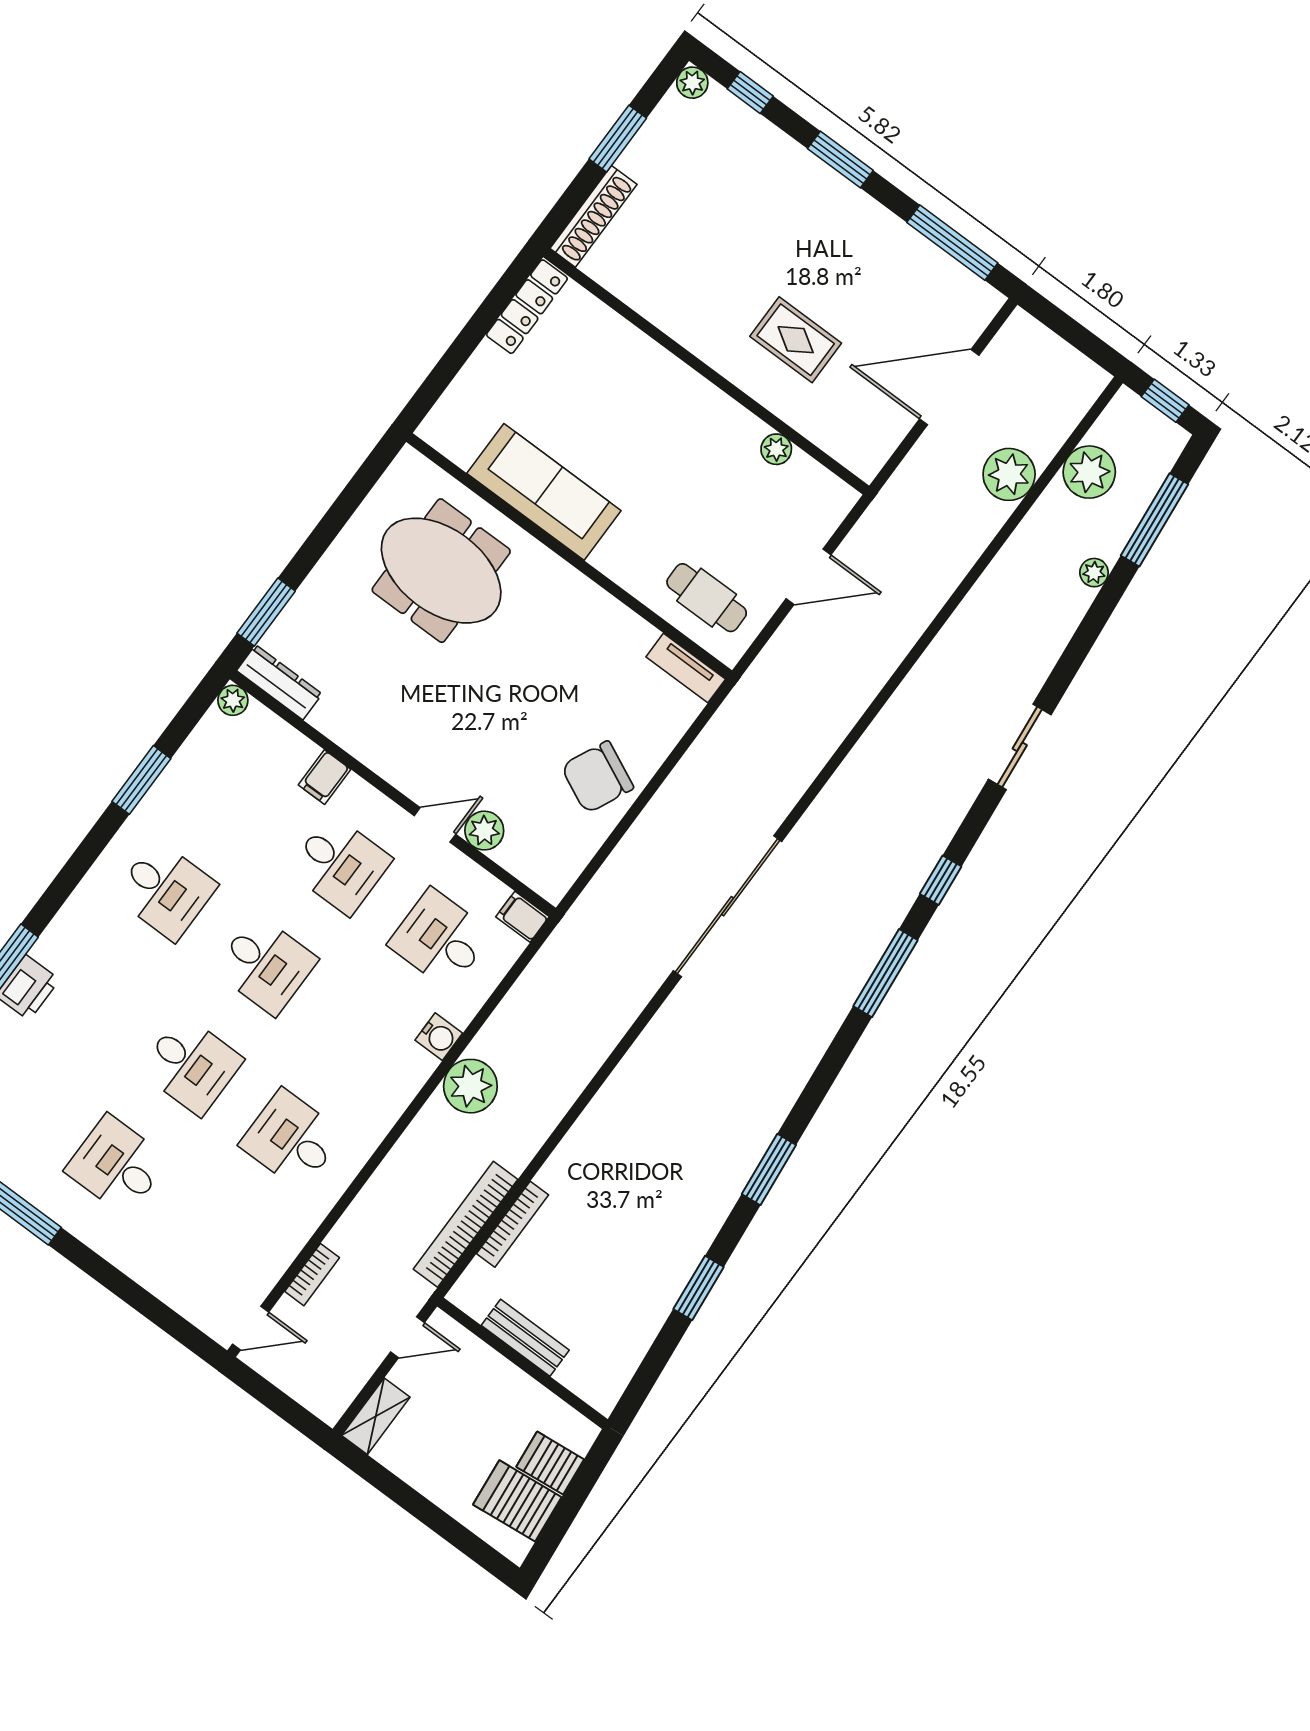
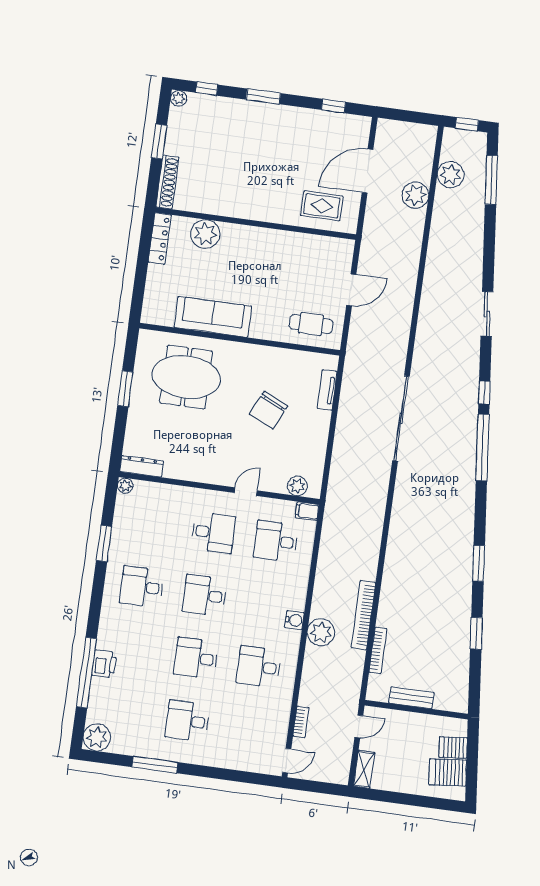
window: (952, 243) -> (333, 106), width x0.46
rug: (796, 340) -> (322, 206), moved
plant: (776, 449) -> (205, 234), moved, width x1.88, depth x1.88
plant: (1094, 573) -> (477, 218), removed
window: (266, 612) -> (125, 389), moved
tv unit: (686, 668) -> (327, 390), moved, turned 90
filing cabinet: (325, 777) -> (185, 497), removed
chair: (597, 777) -> (269, 410), moved
plant: (484, 831) -> (297, 486), moved
desk: (165, 890) -> (142, 587), turned 180
sliding door: (728, 906) -> (401, 418), moved
desk: (266, 965) -> (205, 595), turned 180
window: (885, 973) -> (482, 447), width x1.46
water cooler: (439, 1037) -> (294, 620), moved
desk: (191, 1065) -> (196, 658), turned 180
plant: (470, 1086) -> (321, 632), moved
bookcase: (466, 1224) -> (363, 615), moved

